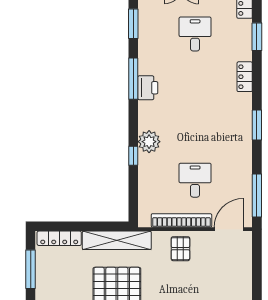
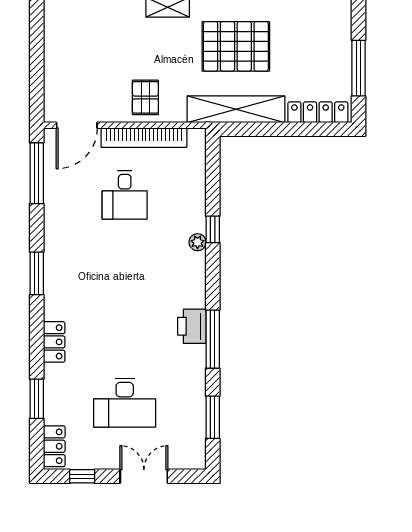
desk: (195, 34) -> (125, 403), width x1.37
plant: (149, 142) -> (198, 242), width x0.53, depth x0.53

